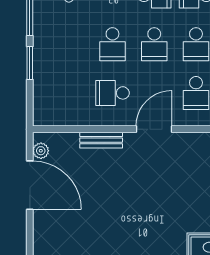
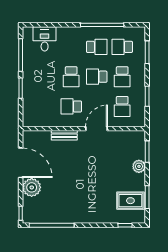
school desk: (154, 44) -> (97, 77), turned 90
plant: (41, 151) -> (32, 187), moved, width x1.87, depth x1.87

